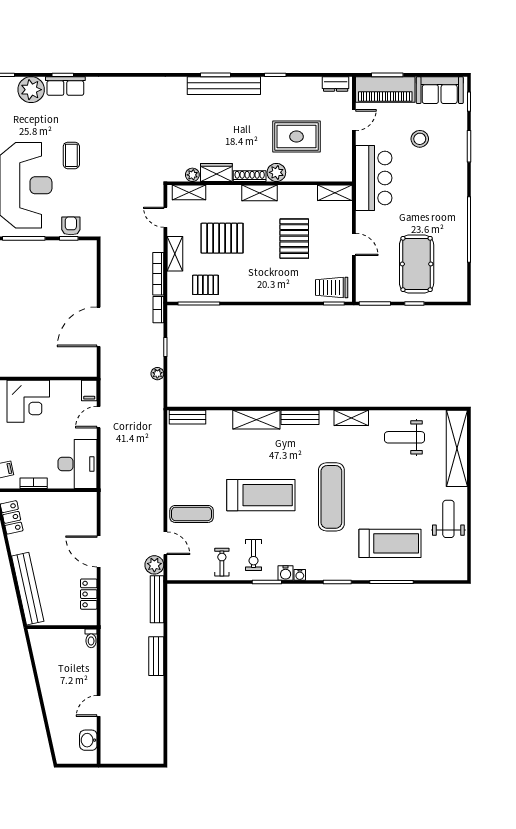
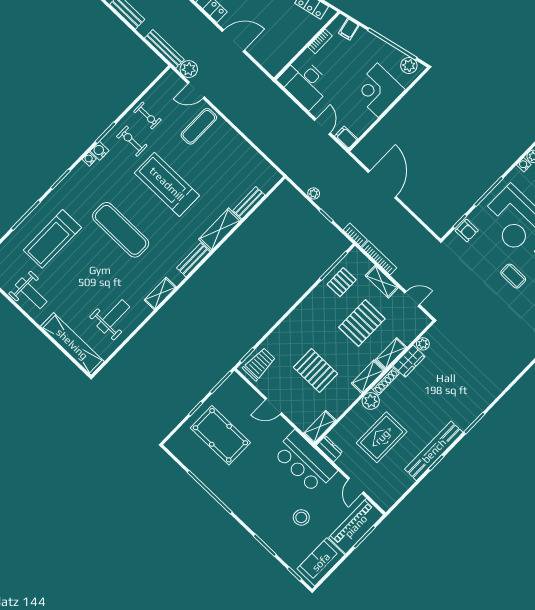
dresser: (336, 84) -> (329, 449), moved, turned 90
bench: (224, 86) -> (434, 451), moved
shelving: (189, 192) -> (391, 353), moved
bench: (187, 417) -> (249, 203), moved
treadmill: (261, 495) -> (167, 184), turned 90

